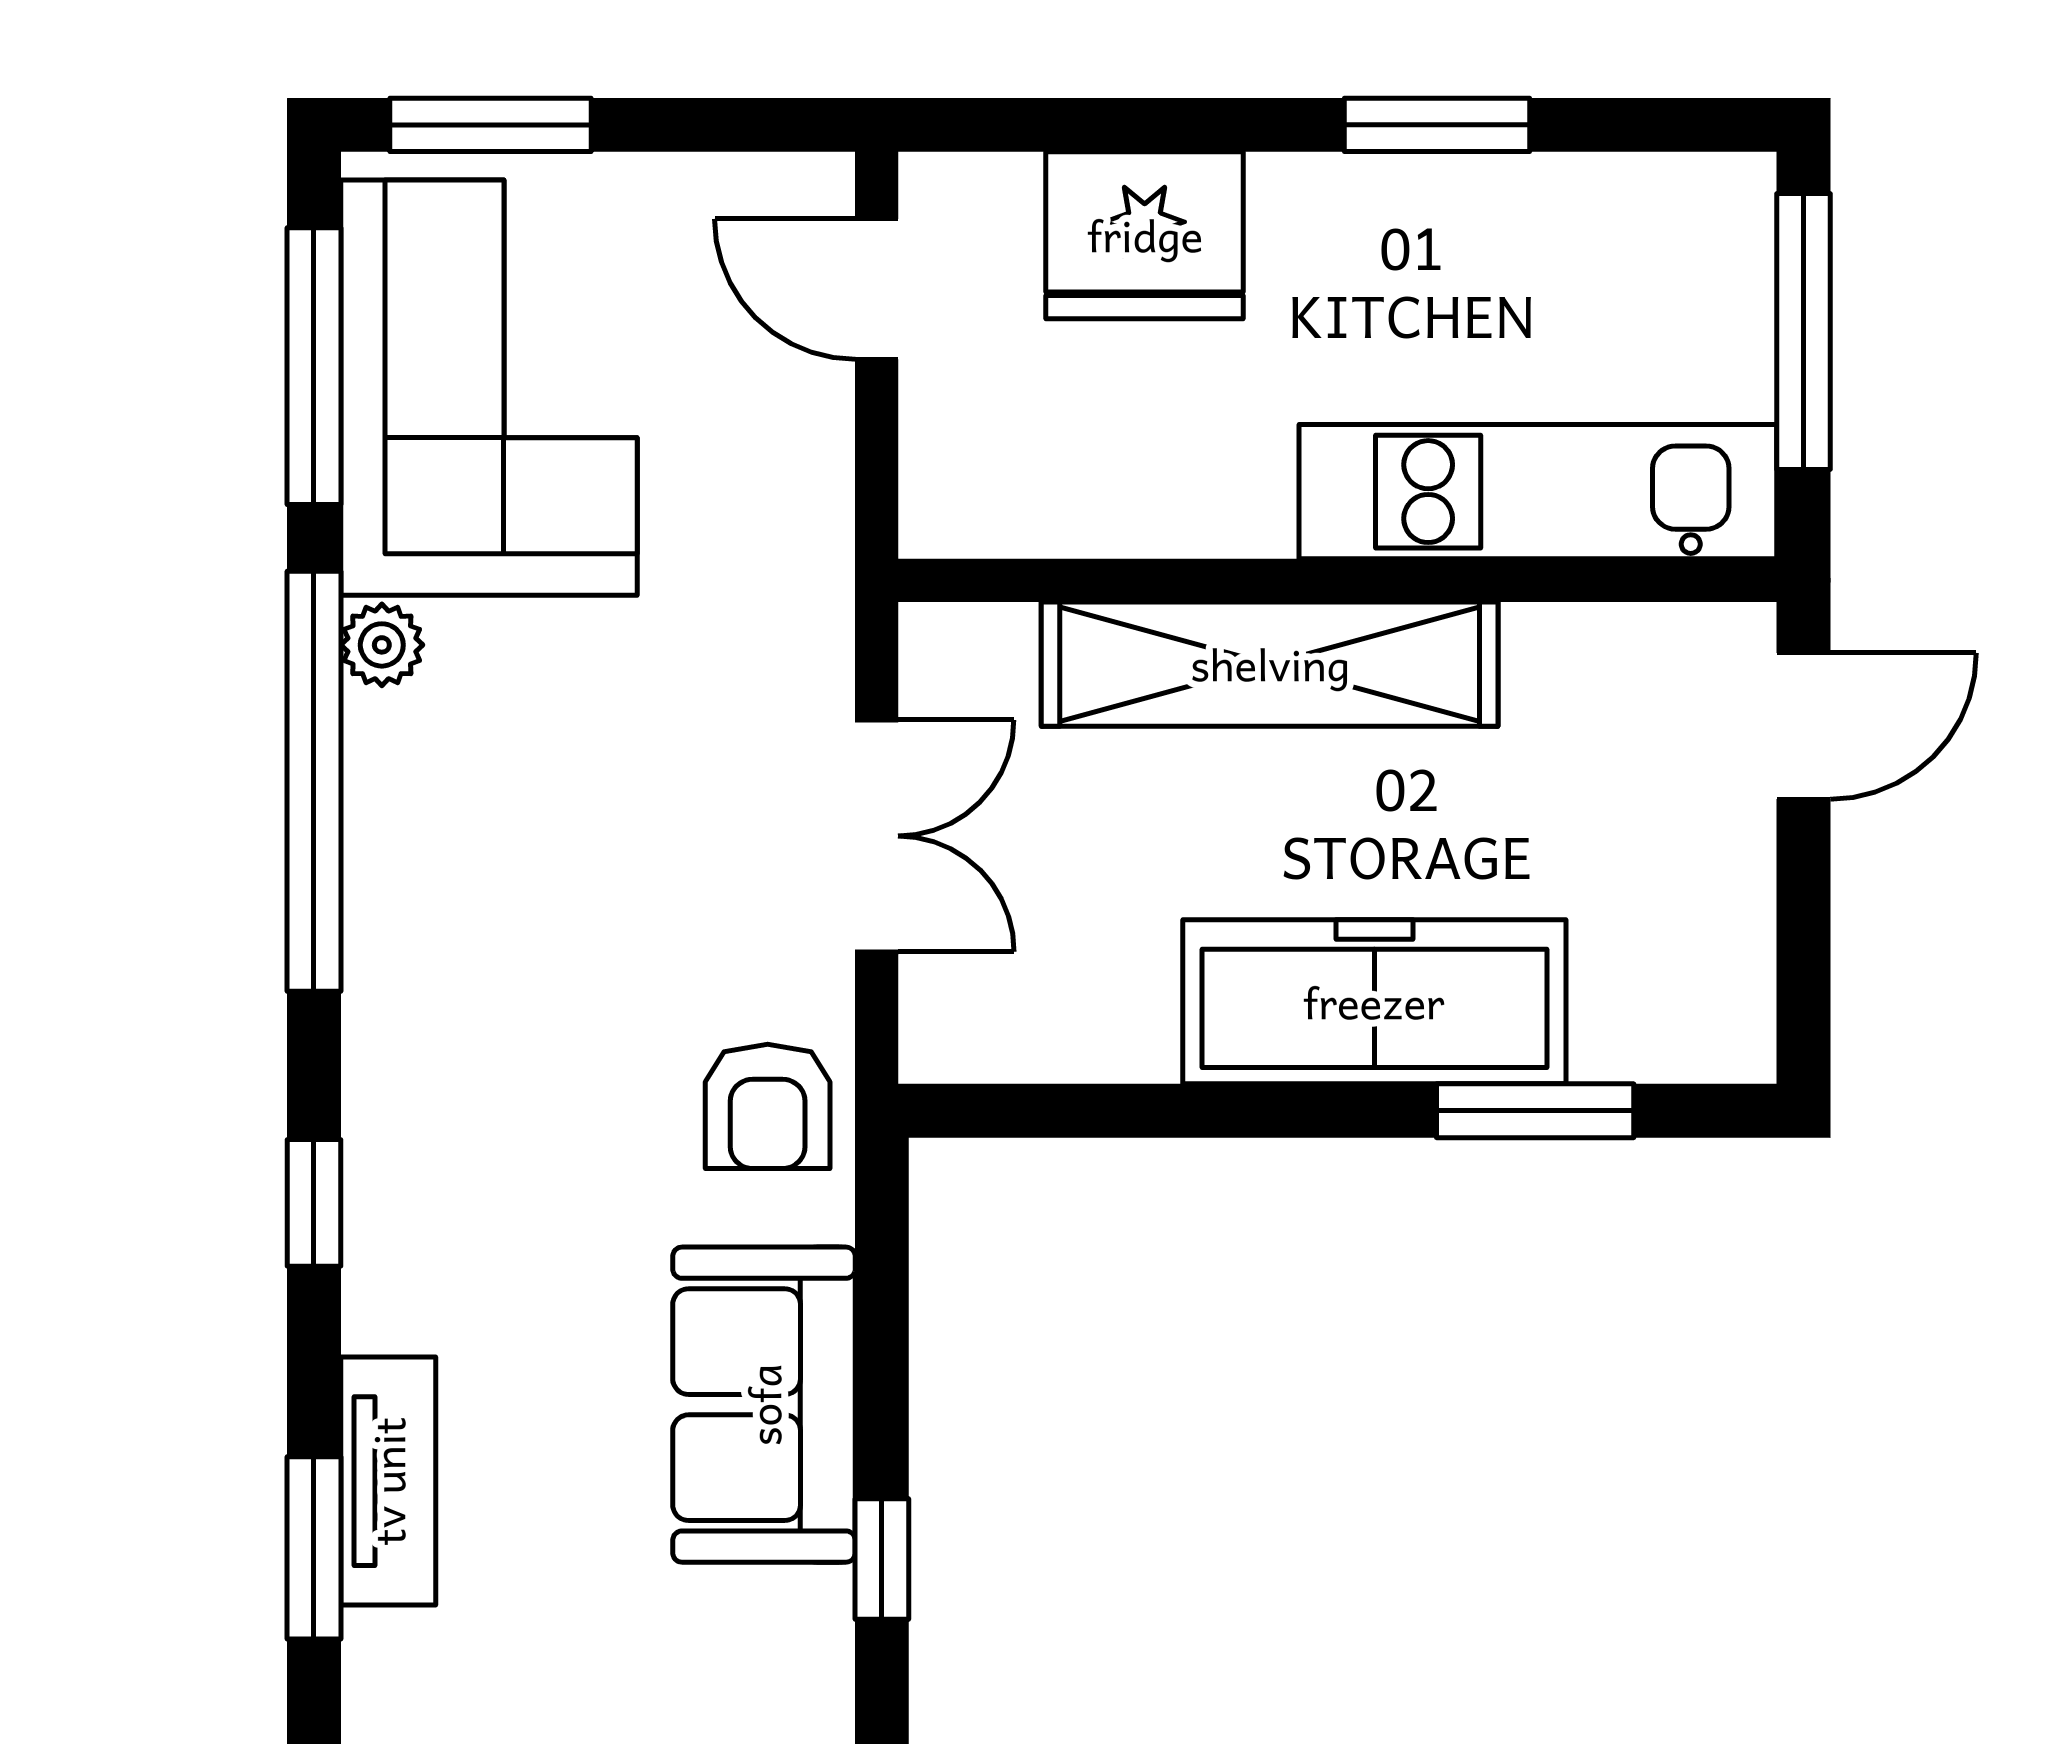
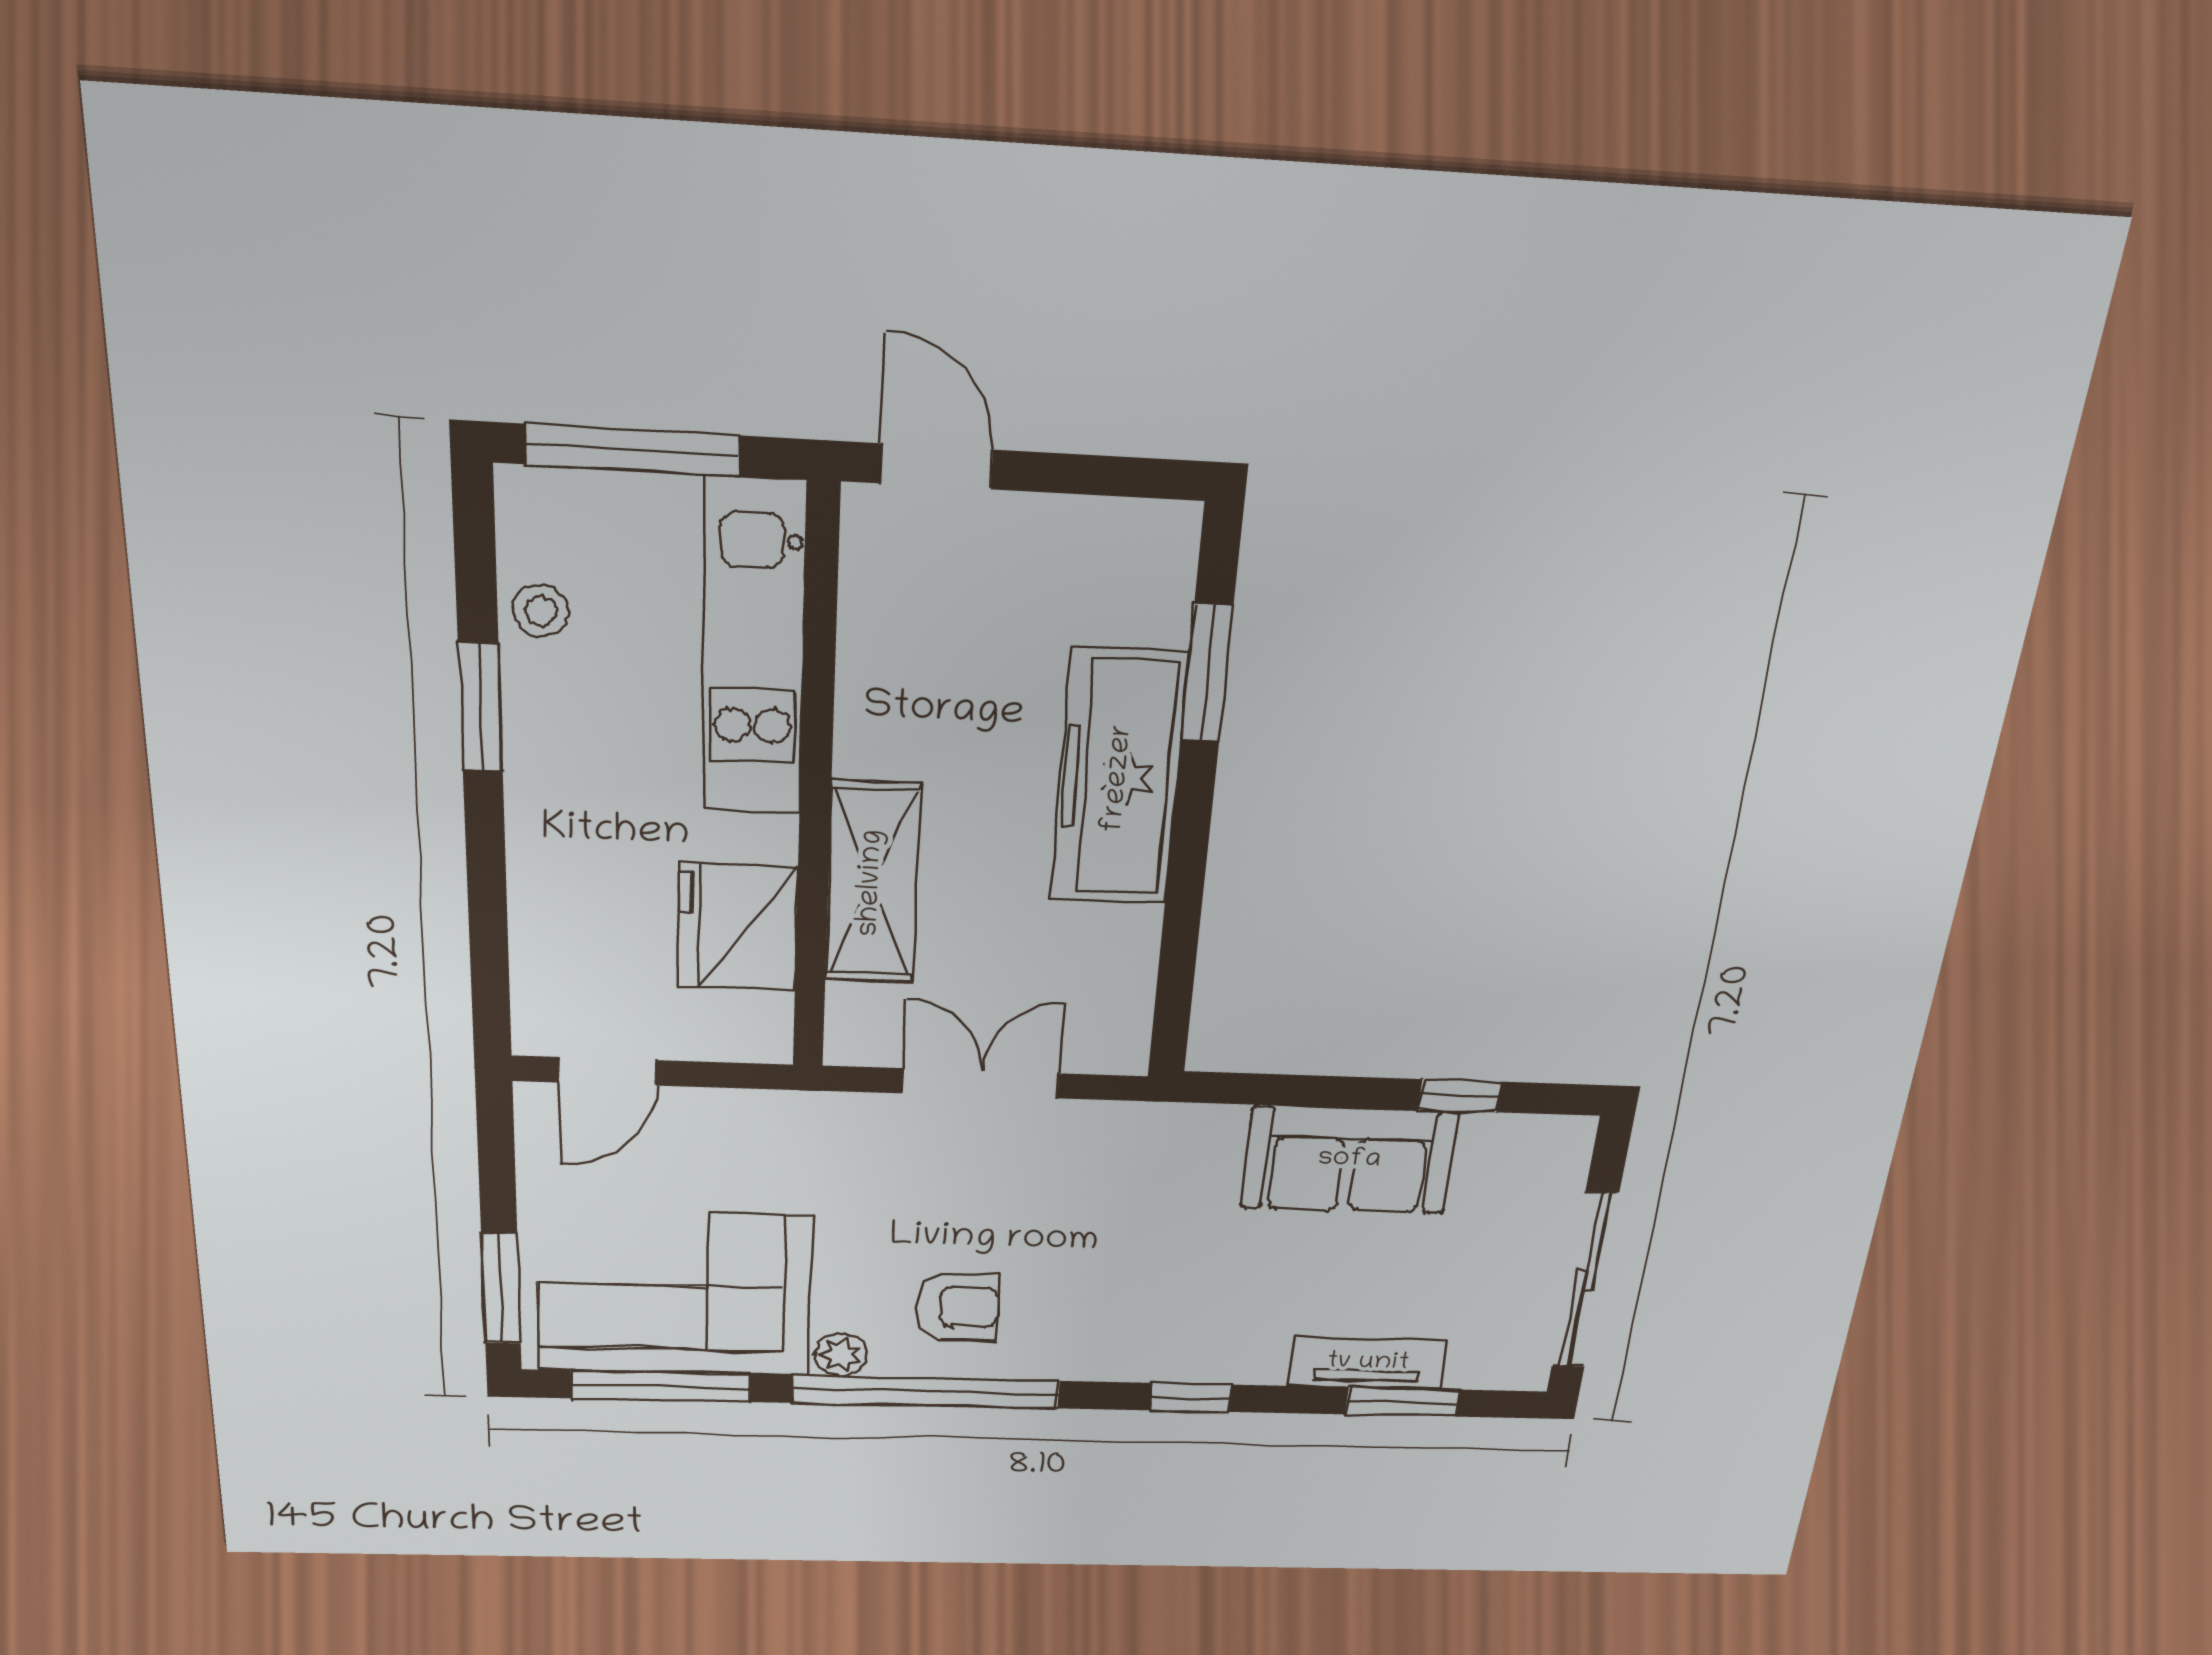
stool: (1578, 208) -> (540, 611), added
fridge: (1145, 235) -> (738, 927), moved, turned 180
shelving: (1270, 664) -> (872, 883), width x0.68
armchair: (768, 1106) -> (958, 1307), moved

